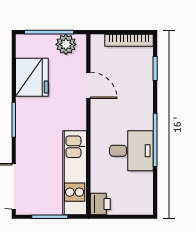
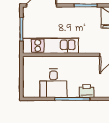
desk: (131, 151) -> (53, 83), moved
printer: (100, 204) -> (87, 91), moved, turned 180

